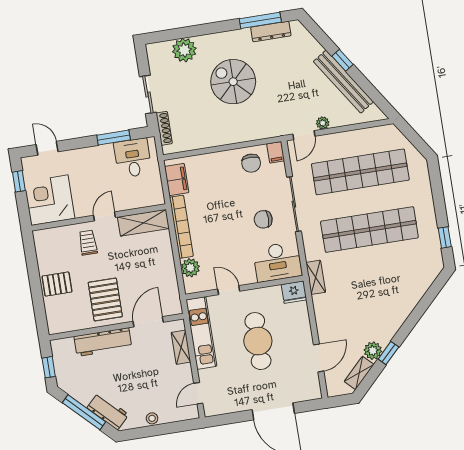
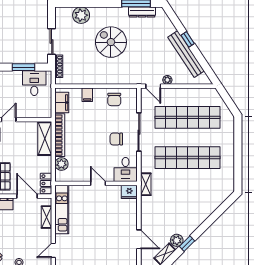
door: (304, 135) -> (153, 86), hinge flipped
filing cabinet: (276, 152) -> (87, 95), moved
shelving: (143, 223) -> (45, 139), moved, turned 90
window: (445, 237) -> (238, 171), removed
desk: (277, 262) -> (126, 169), width x0.73
door: (229, 290) -> (98, 183), moved
locker: (173, 299) -> (46, 183), added
door: (148, 322) -> (27, 196), hinge flipped
cafe table: (258, 341) -> (100, 221), removed
door: (319, 358) -> (139, 239), hinge flipped

